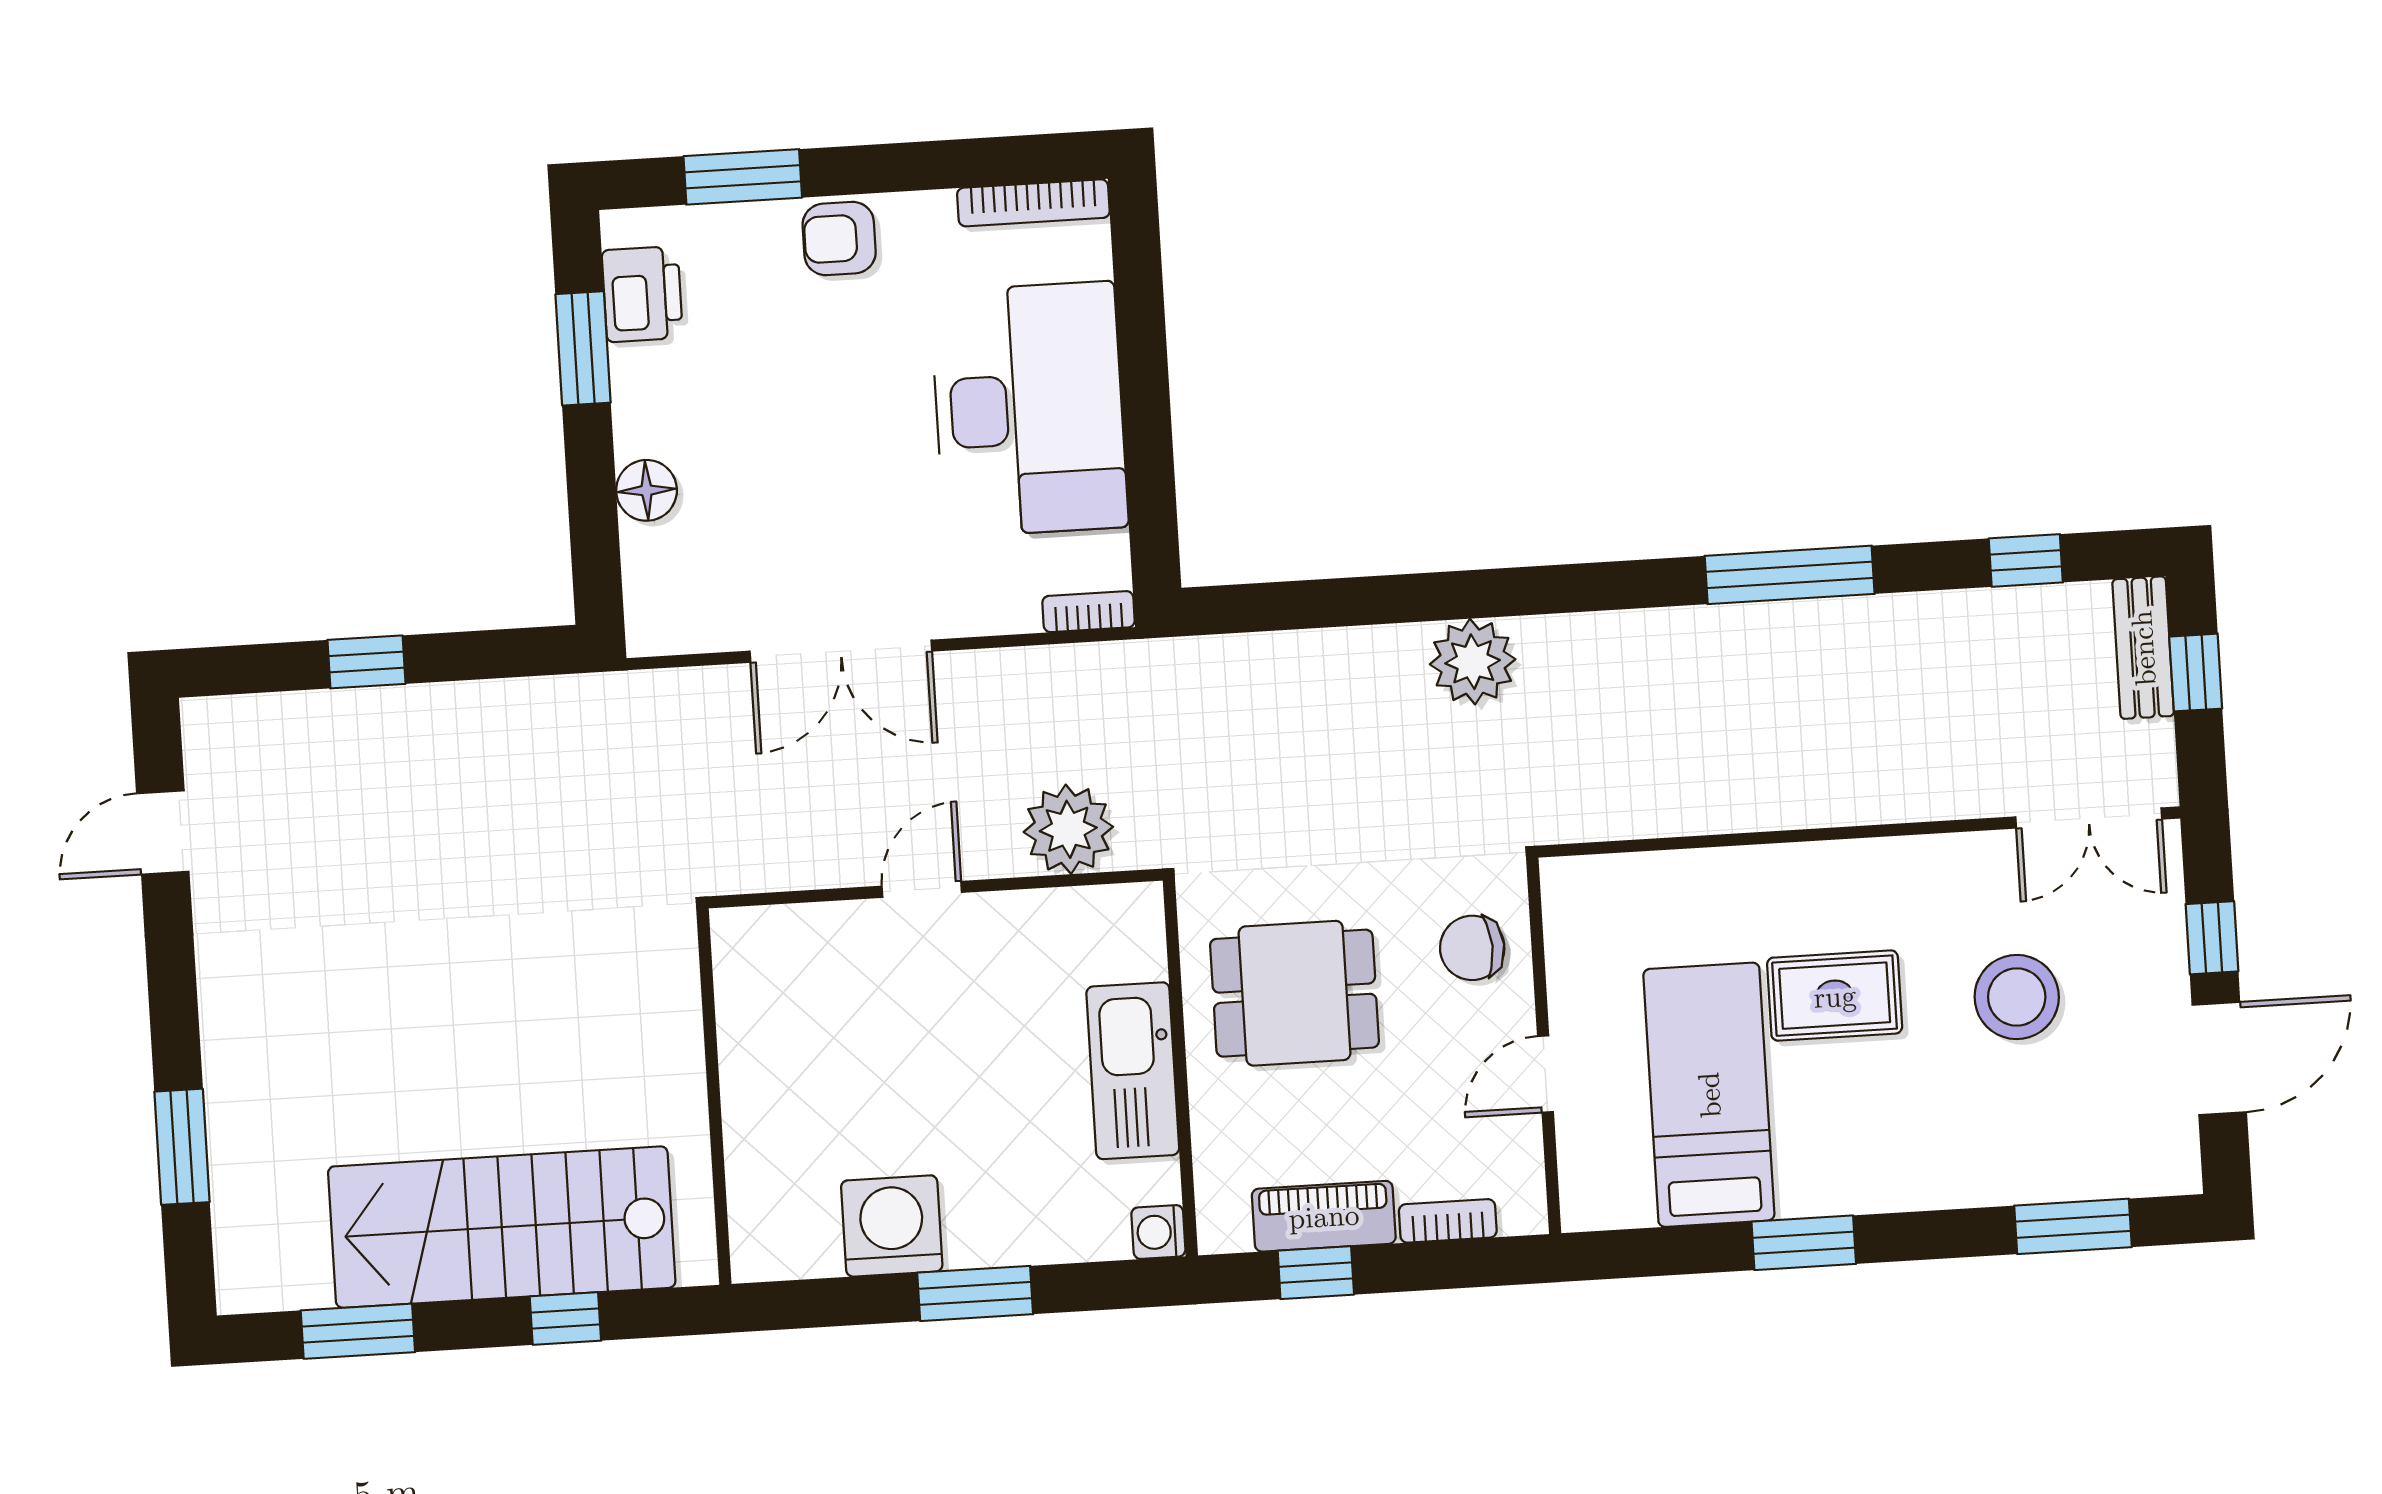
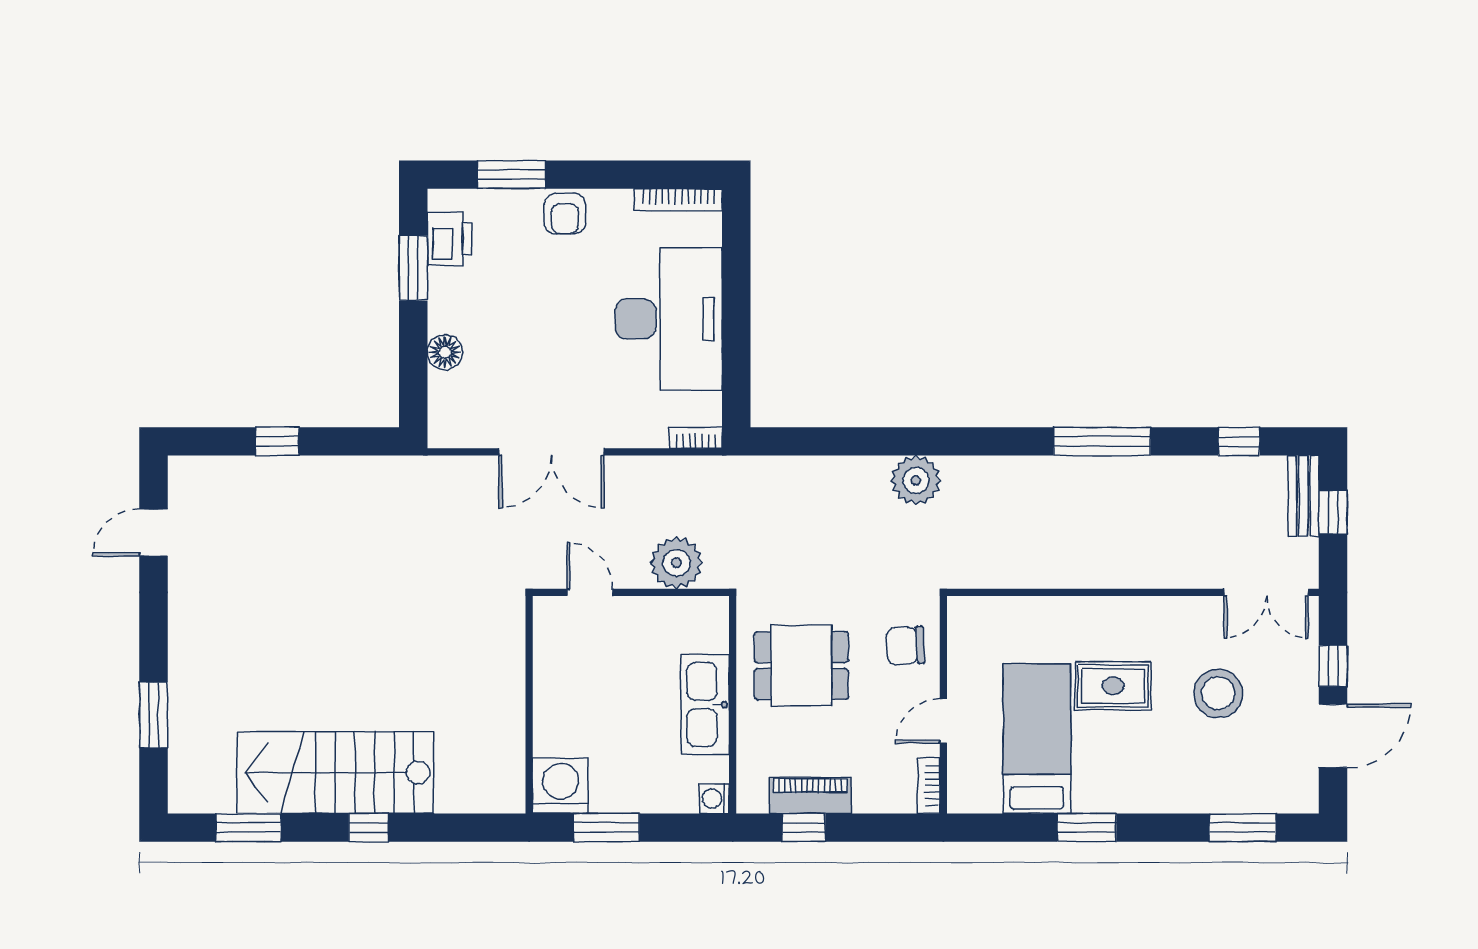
armchair: (839, 238) -> (565, 214), turned -90
door: (922, 889) -> (590, 592), hinge flipped
wall: (714, 1097) -> (529, 705), moved
bookcase: (1448, 1221) -> (929, 786), moved, turned -90

